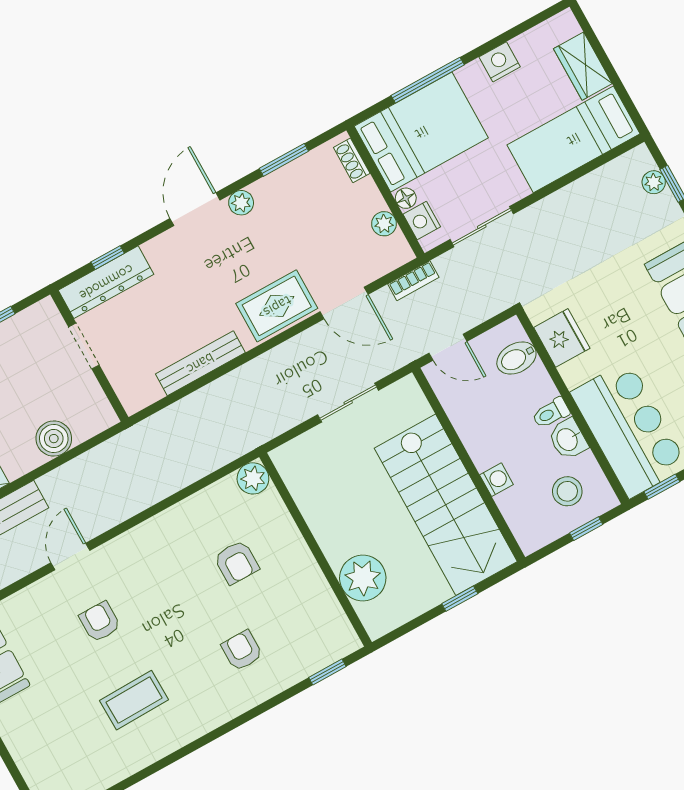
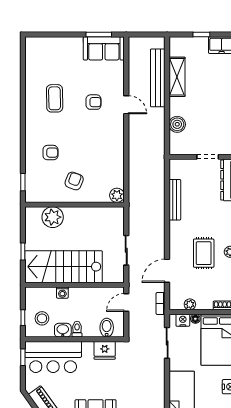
rug: (277, 306) -> (204, 253), moved
armchair: (236, 562) -> (74, 181), moved, turned 111

